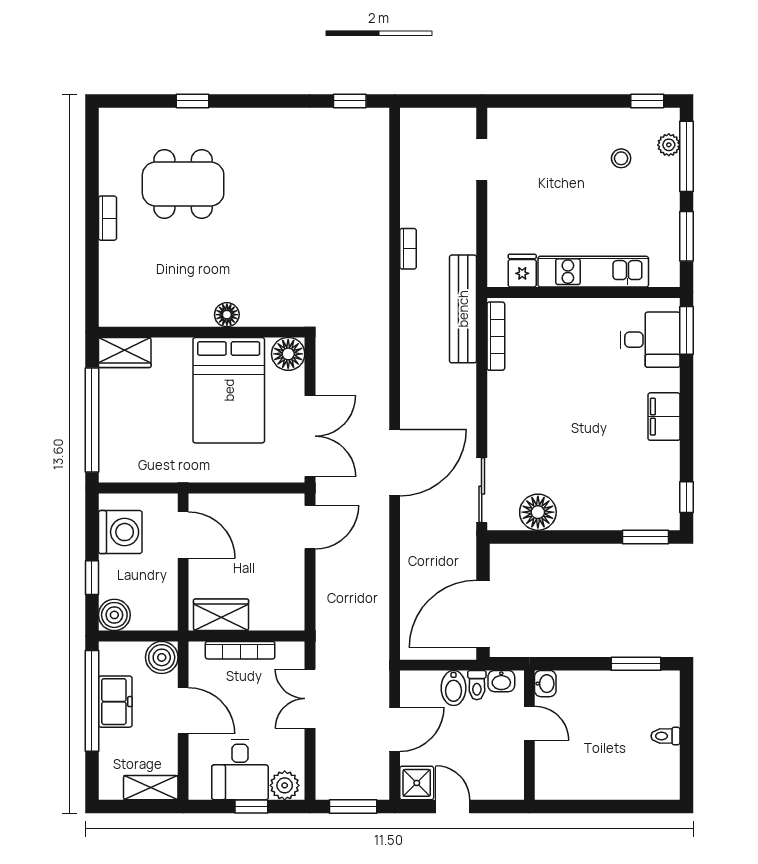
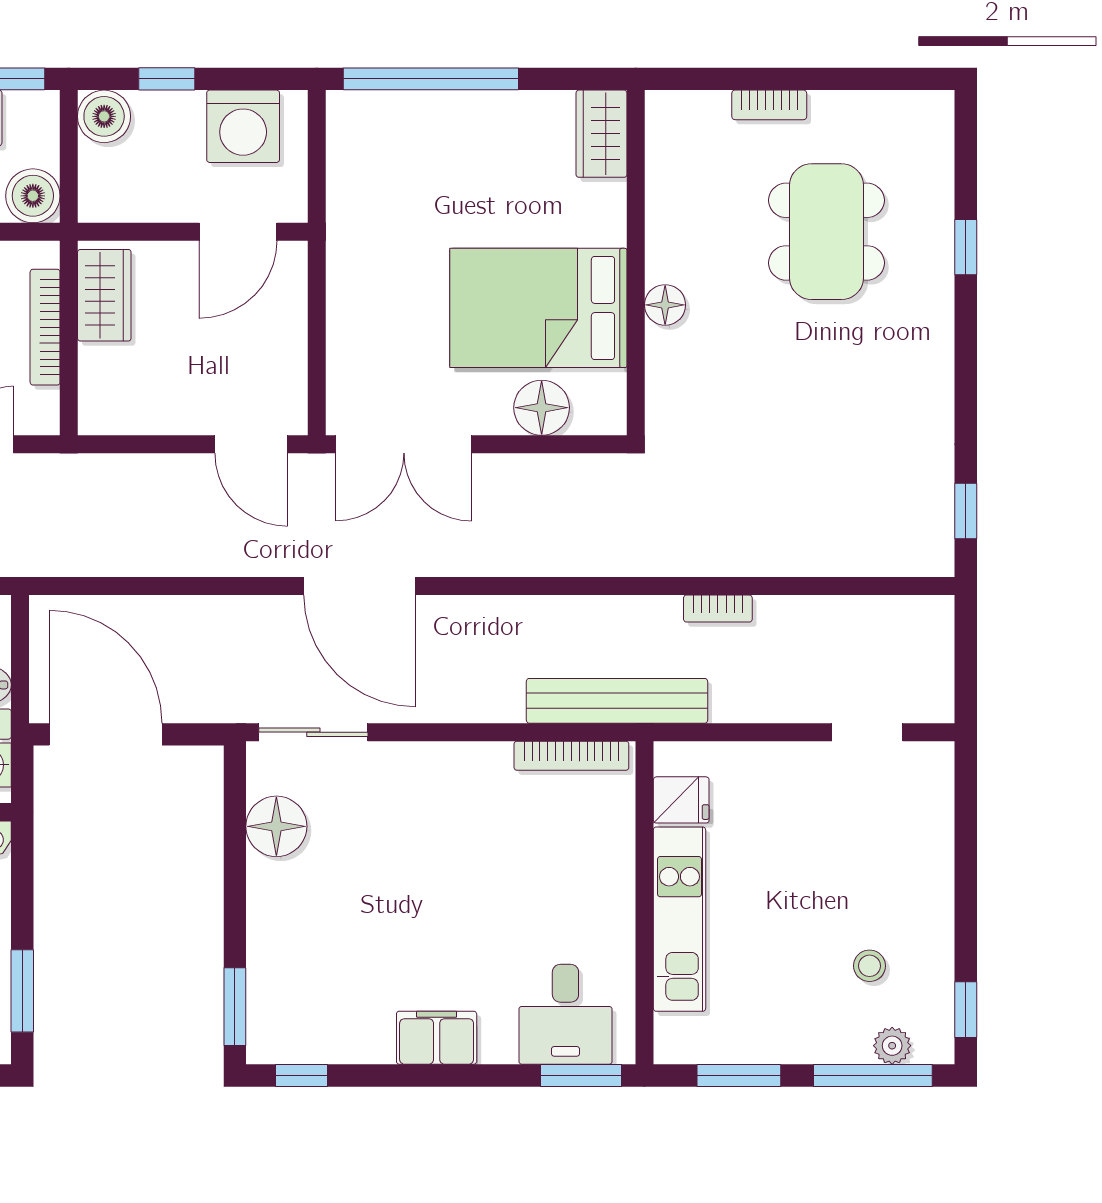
floor lamp: (227, 315) -> (665, 305), moved
wall: (202, 332) -> (636, 263), moved
wardrobe: (125, 353) -> (602, 134), moved
bed: (229, 390) -> (538, 308), moved

